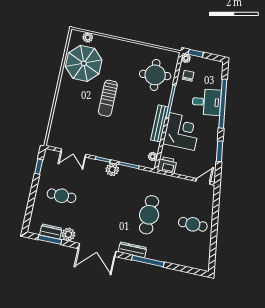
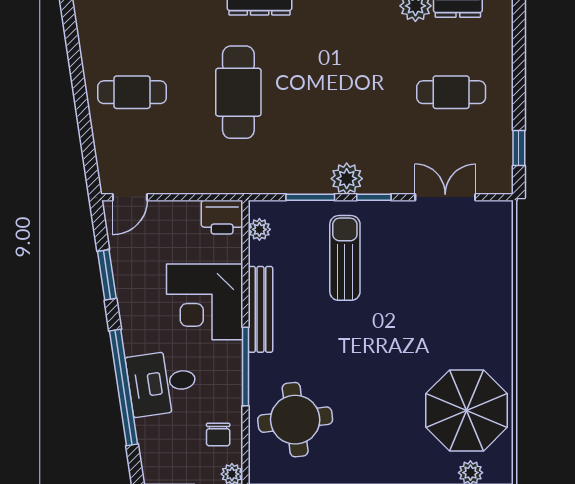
sun lounger: (108, 98) -> (345, 258), moved

